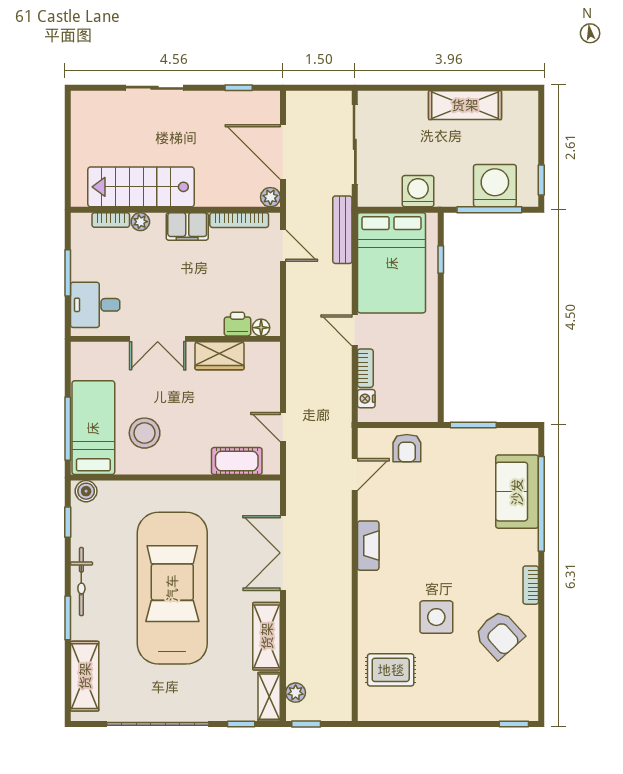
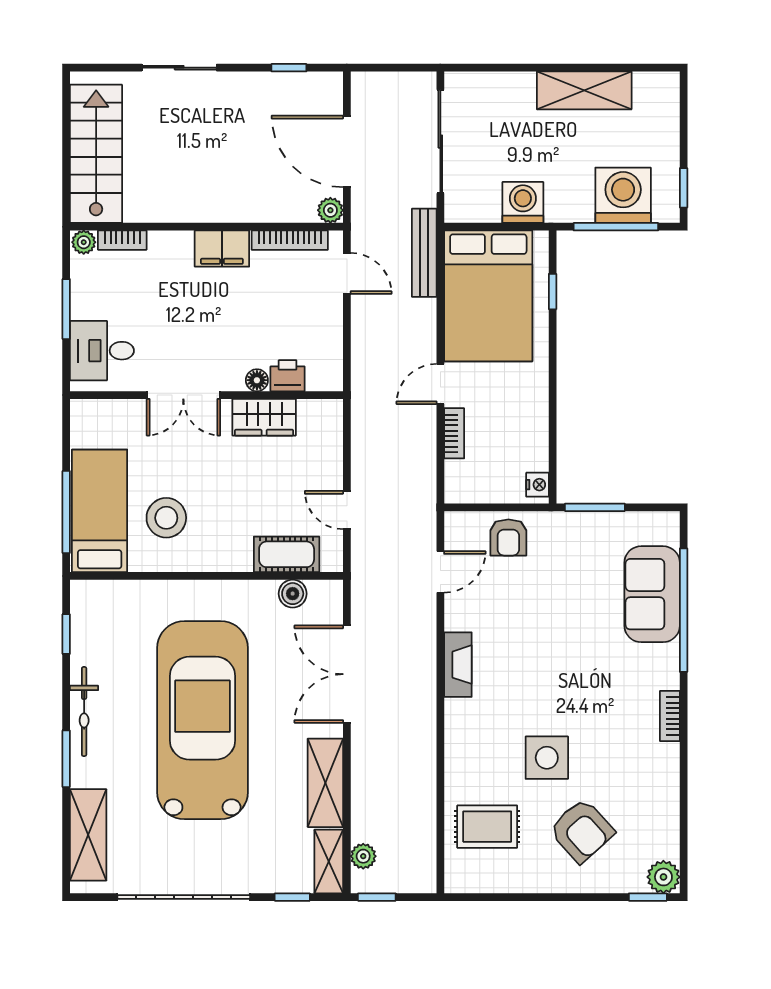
stairs: (141, 187) -> (96, 154), moved, turned 90
plant: (140, 222) -> (84, 242), moved
floor lamp: (261, 328) -> (257, 380), moved
door: (355, 330) -> (440, 384), hinge flipped
nightstand: (366, 399) -> (538, 485), moved, turned 180
boiler: (86, 491) -> (293, 594), moved
armchair: (499, 635) -> (582, 831), moved
plant: (526, 708) -> (663, 877), added

